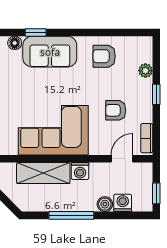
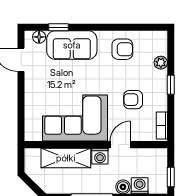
armchair: (104, 56) -> (122, 49), turned 180
door: (122, 159) -> (120, 145), moved

